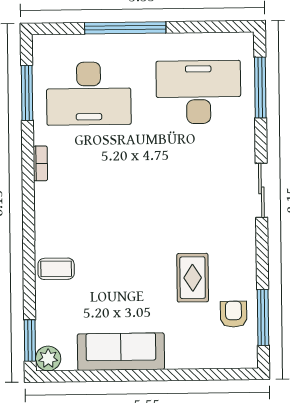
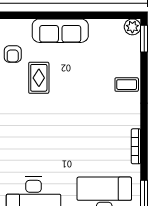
bookcase: (40, 163) -> (136, 146), width x1.56
sofa: (121, 352) -> (60, 31), moved

